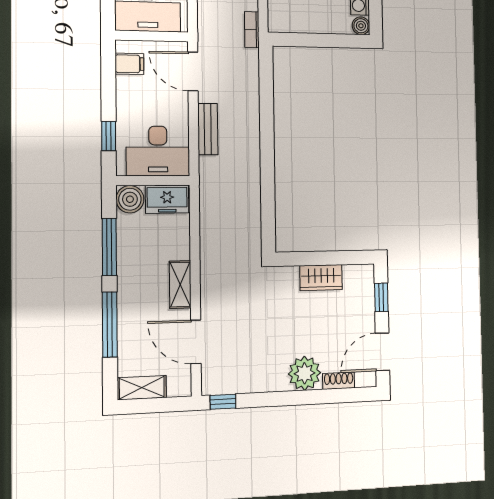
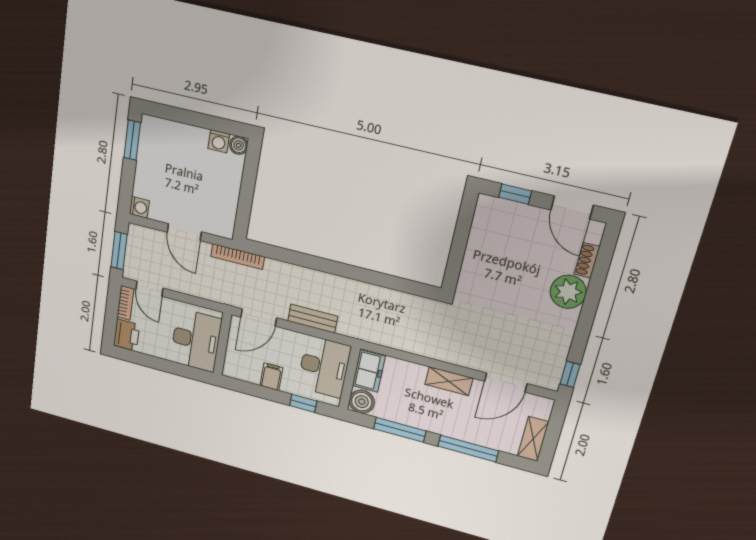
bookcase: (252, 30) -> (238, 257), width x1.56
filing cabinet: (129, 64) -> (271, 377), moved
wardrobe: (321, 278) -> (478, 251), removed

